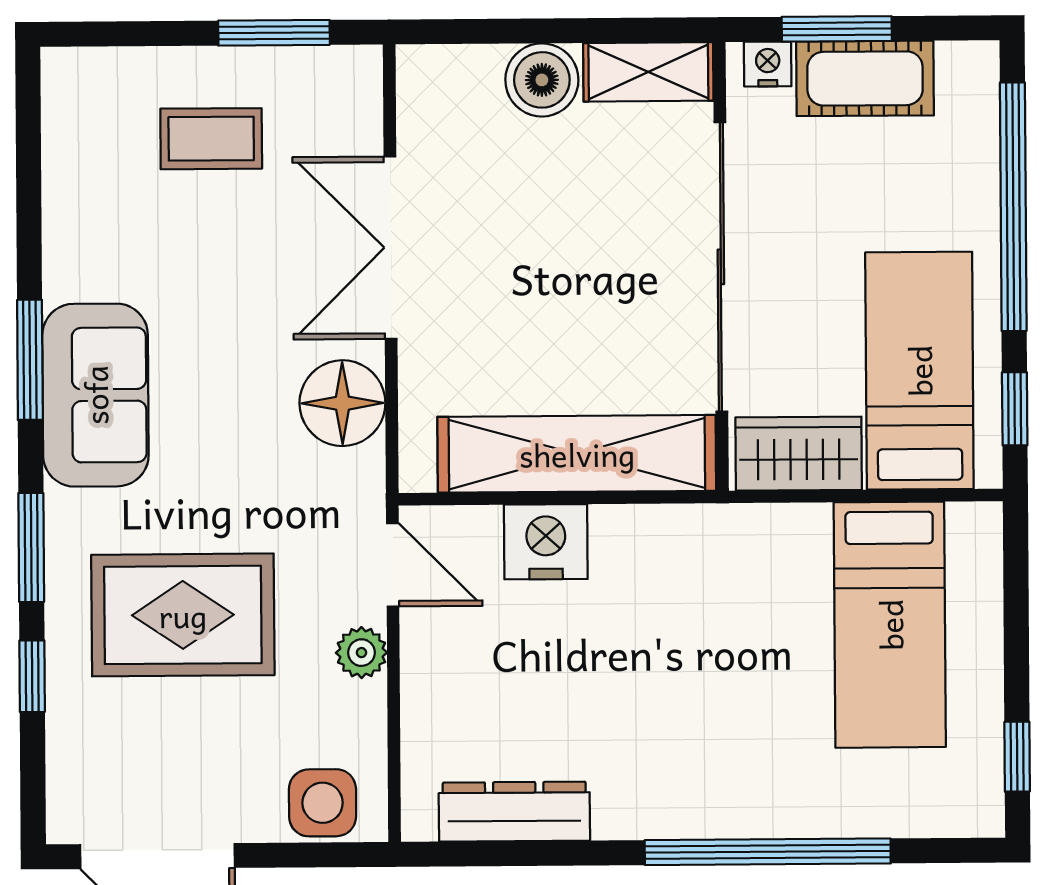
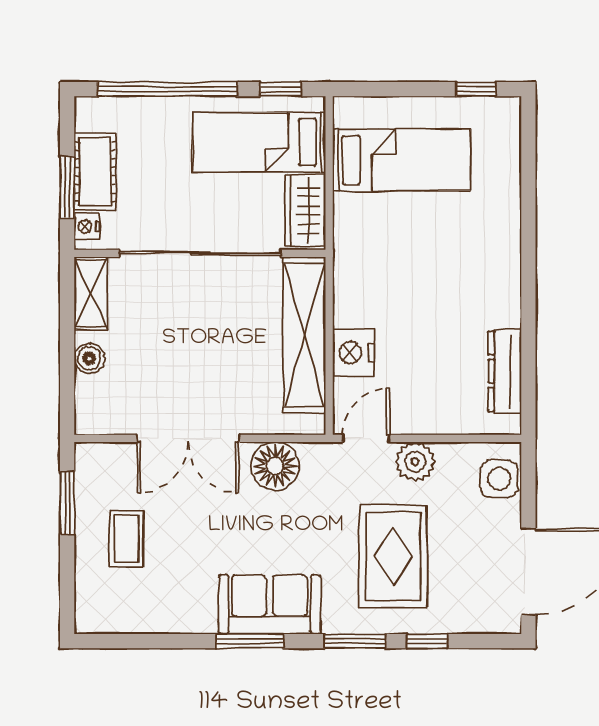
boiler: (542, 80) -> (89, 358), width x0.73, depth x0.73
plant: (361, 653) -> (415, 462), width x1.38, depth x1.38
window: (768, 852) -> (528, 229), removed

